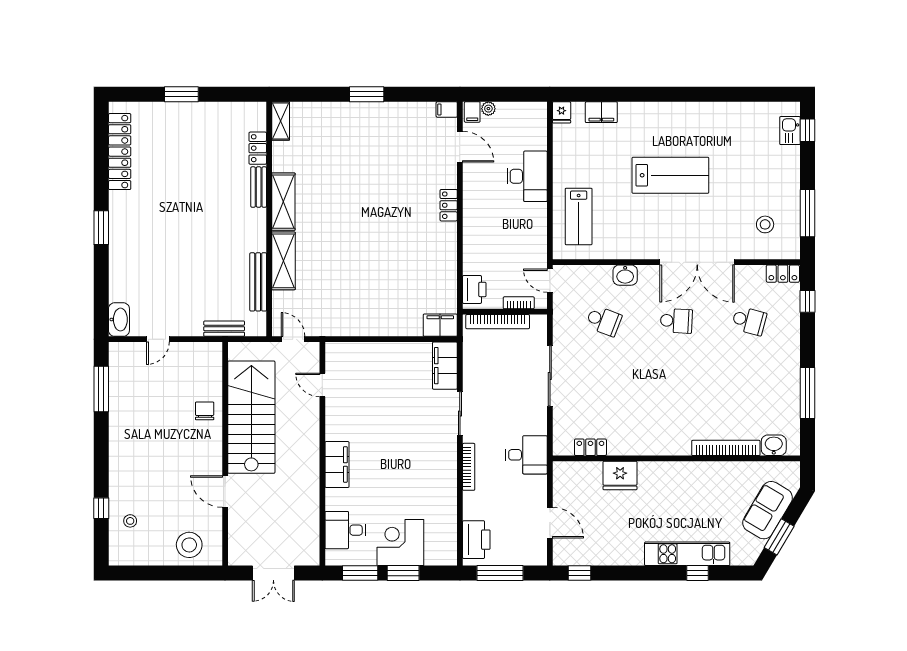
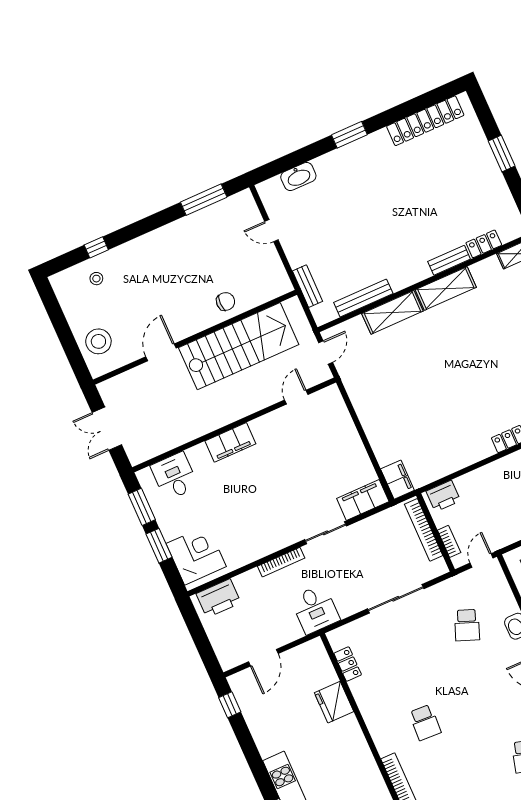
washbasin: (119, 320) -> (298, 176), moved
school desk: (676, 321) -> (425, 722), moved
corner desk: (400, 543) -> (196, 555), moved
window: (500, 573) -> (198, 633), removed

